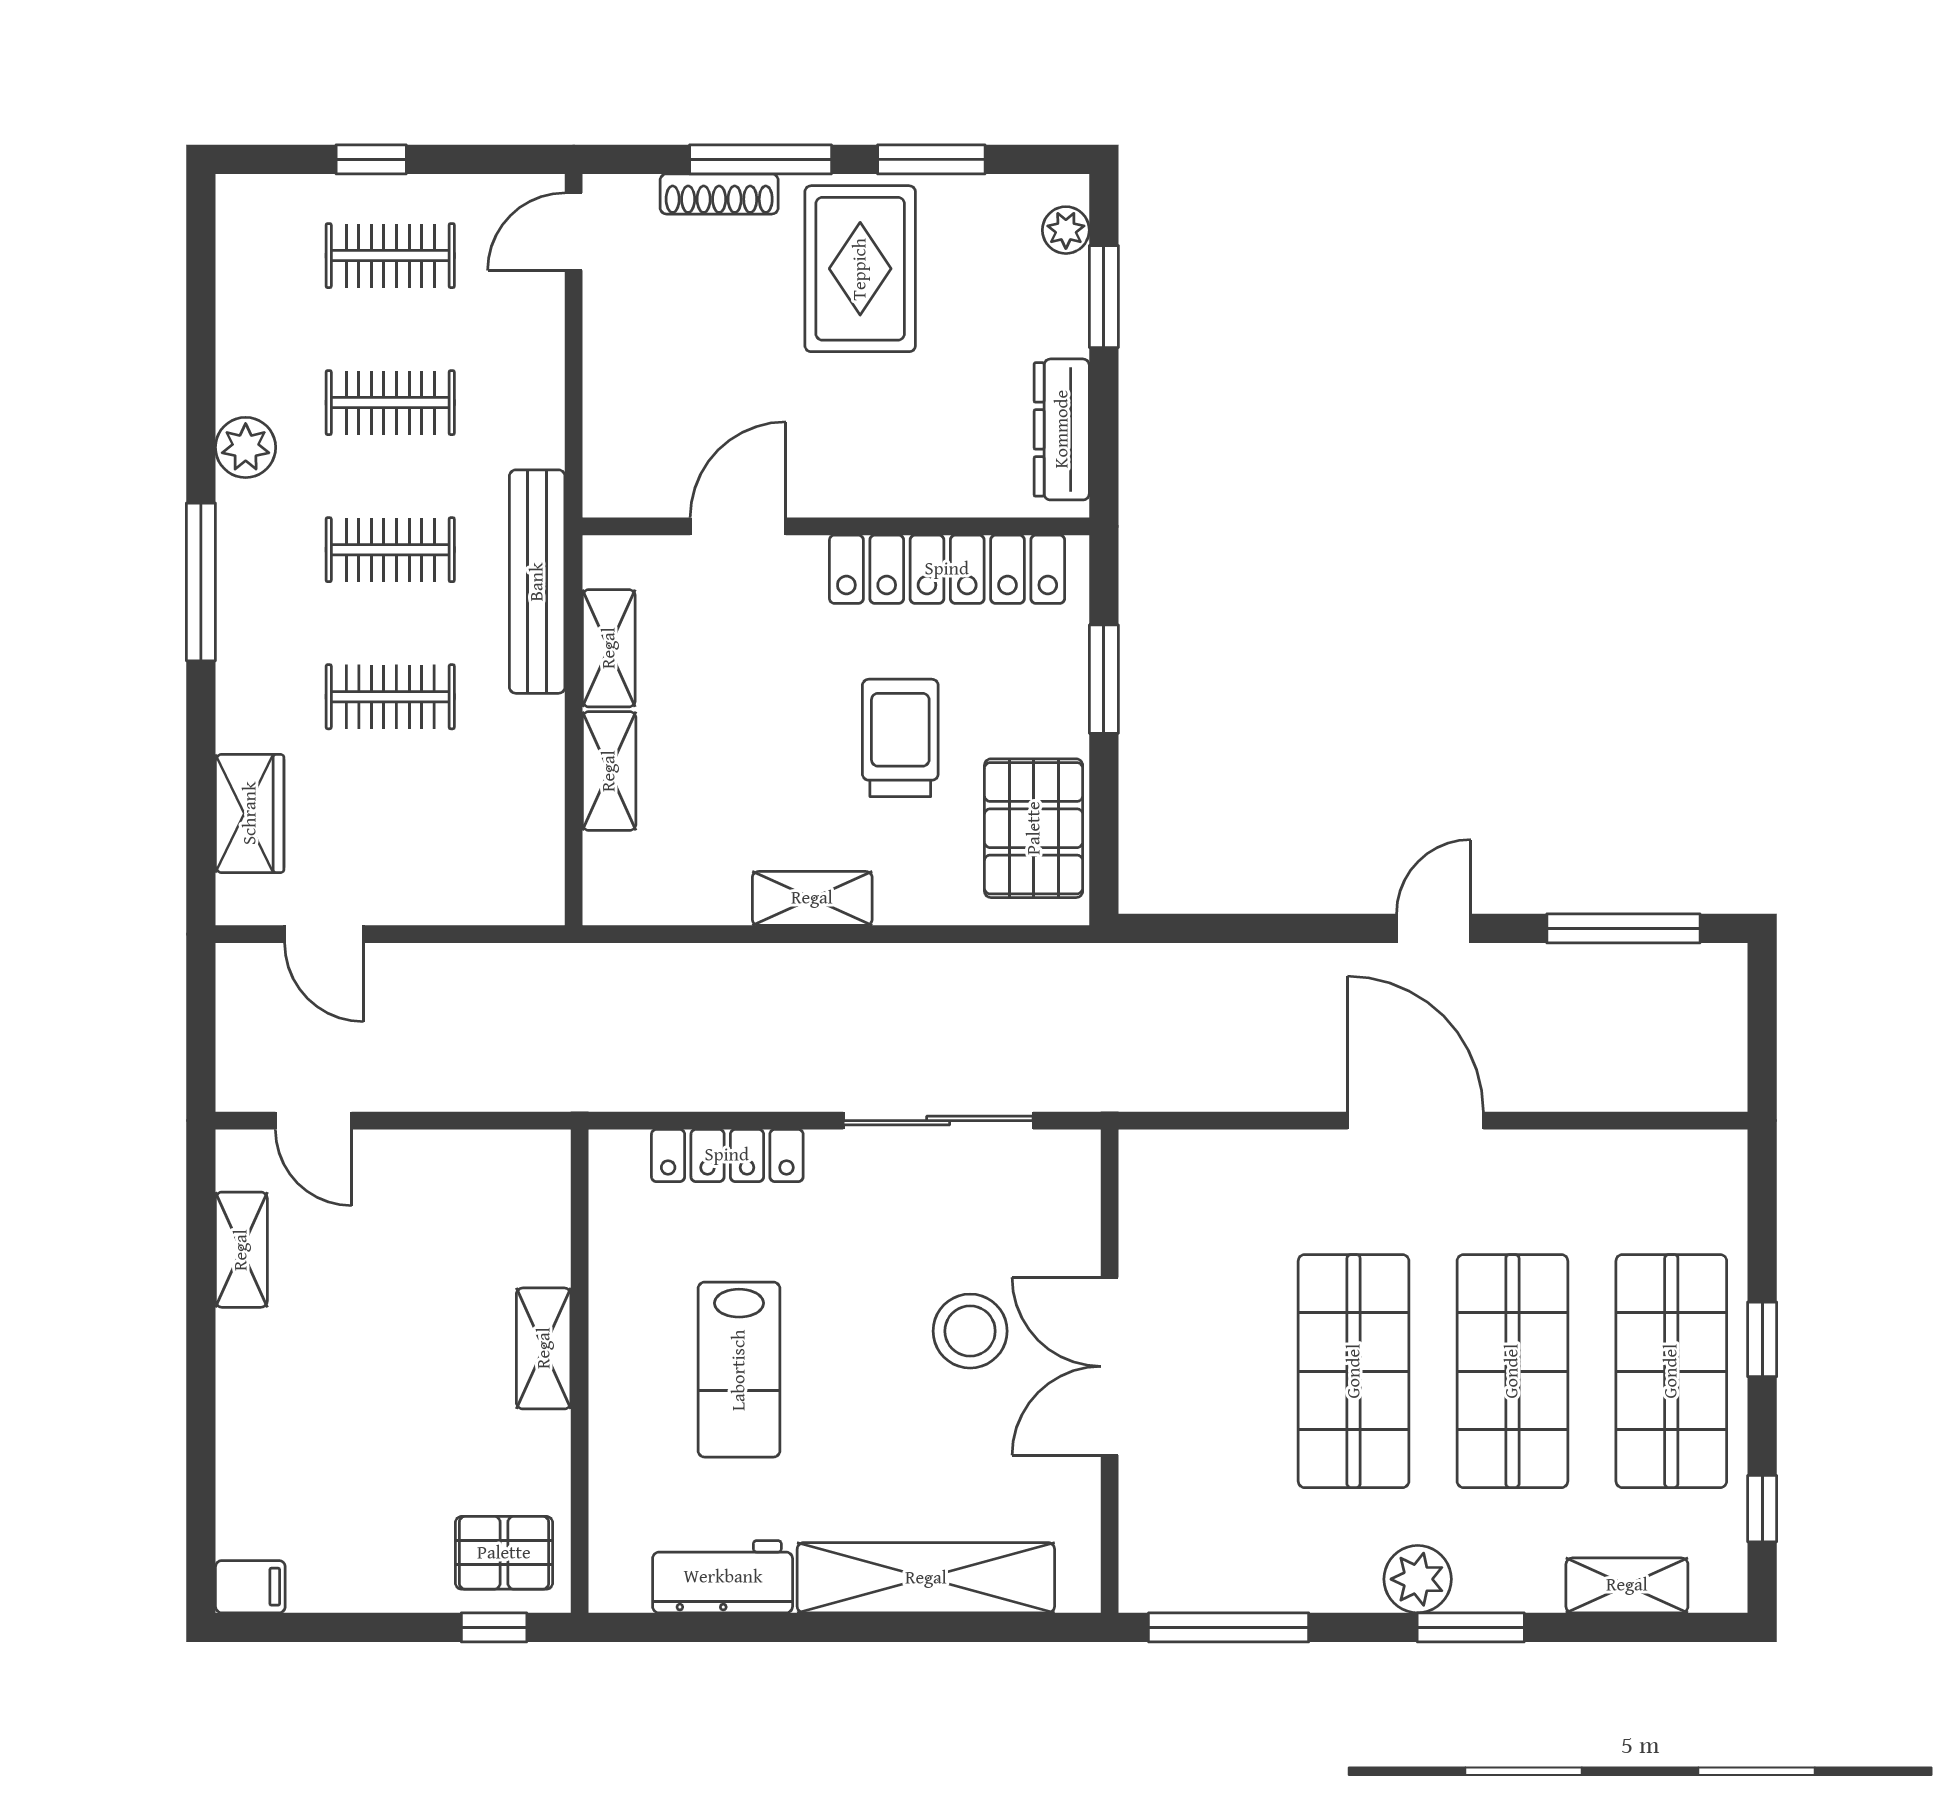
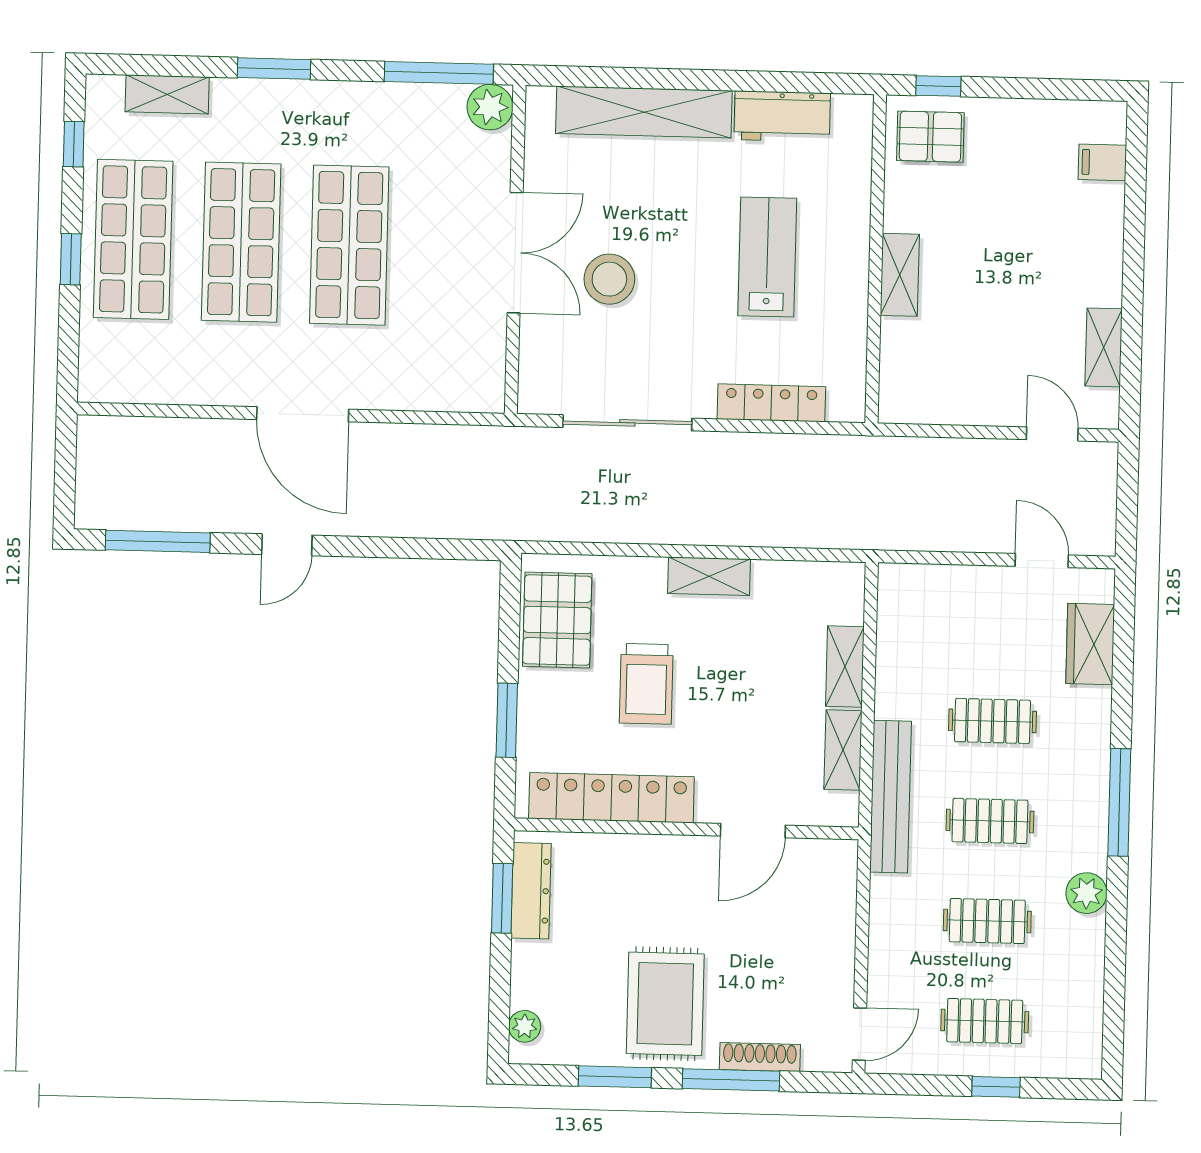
window: (1104, 297) -> (502, 898), moved
plant: (1418, 1579) -> (490, 107), moved
filing cabinet: (250, 1587) -> (1102, 162), moved

